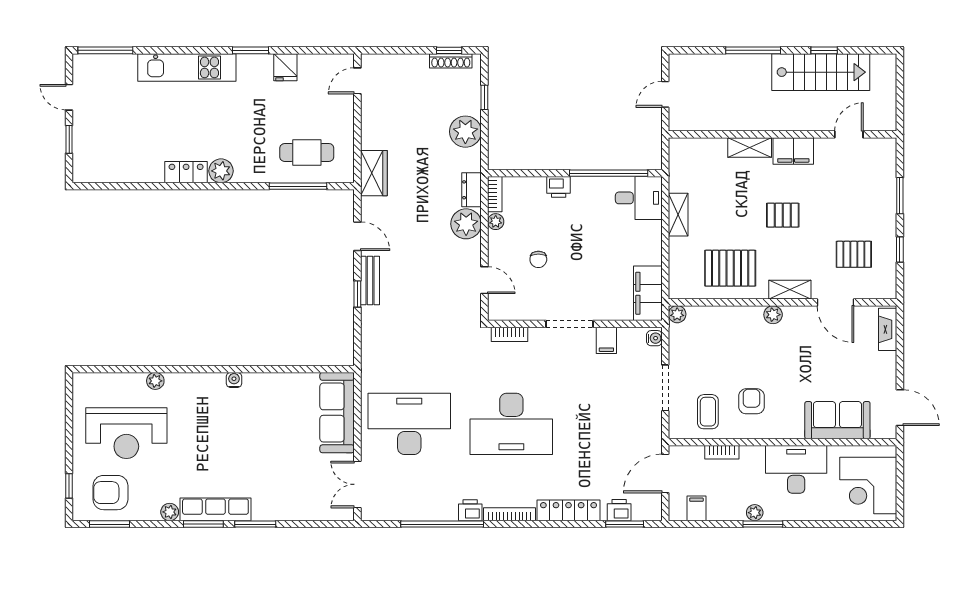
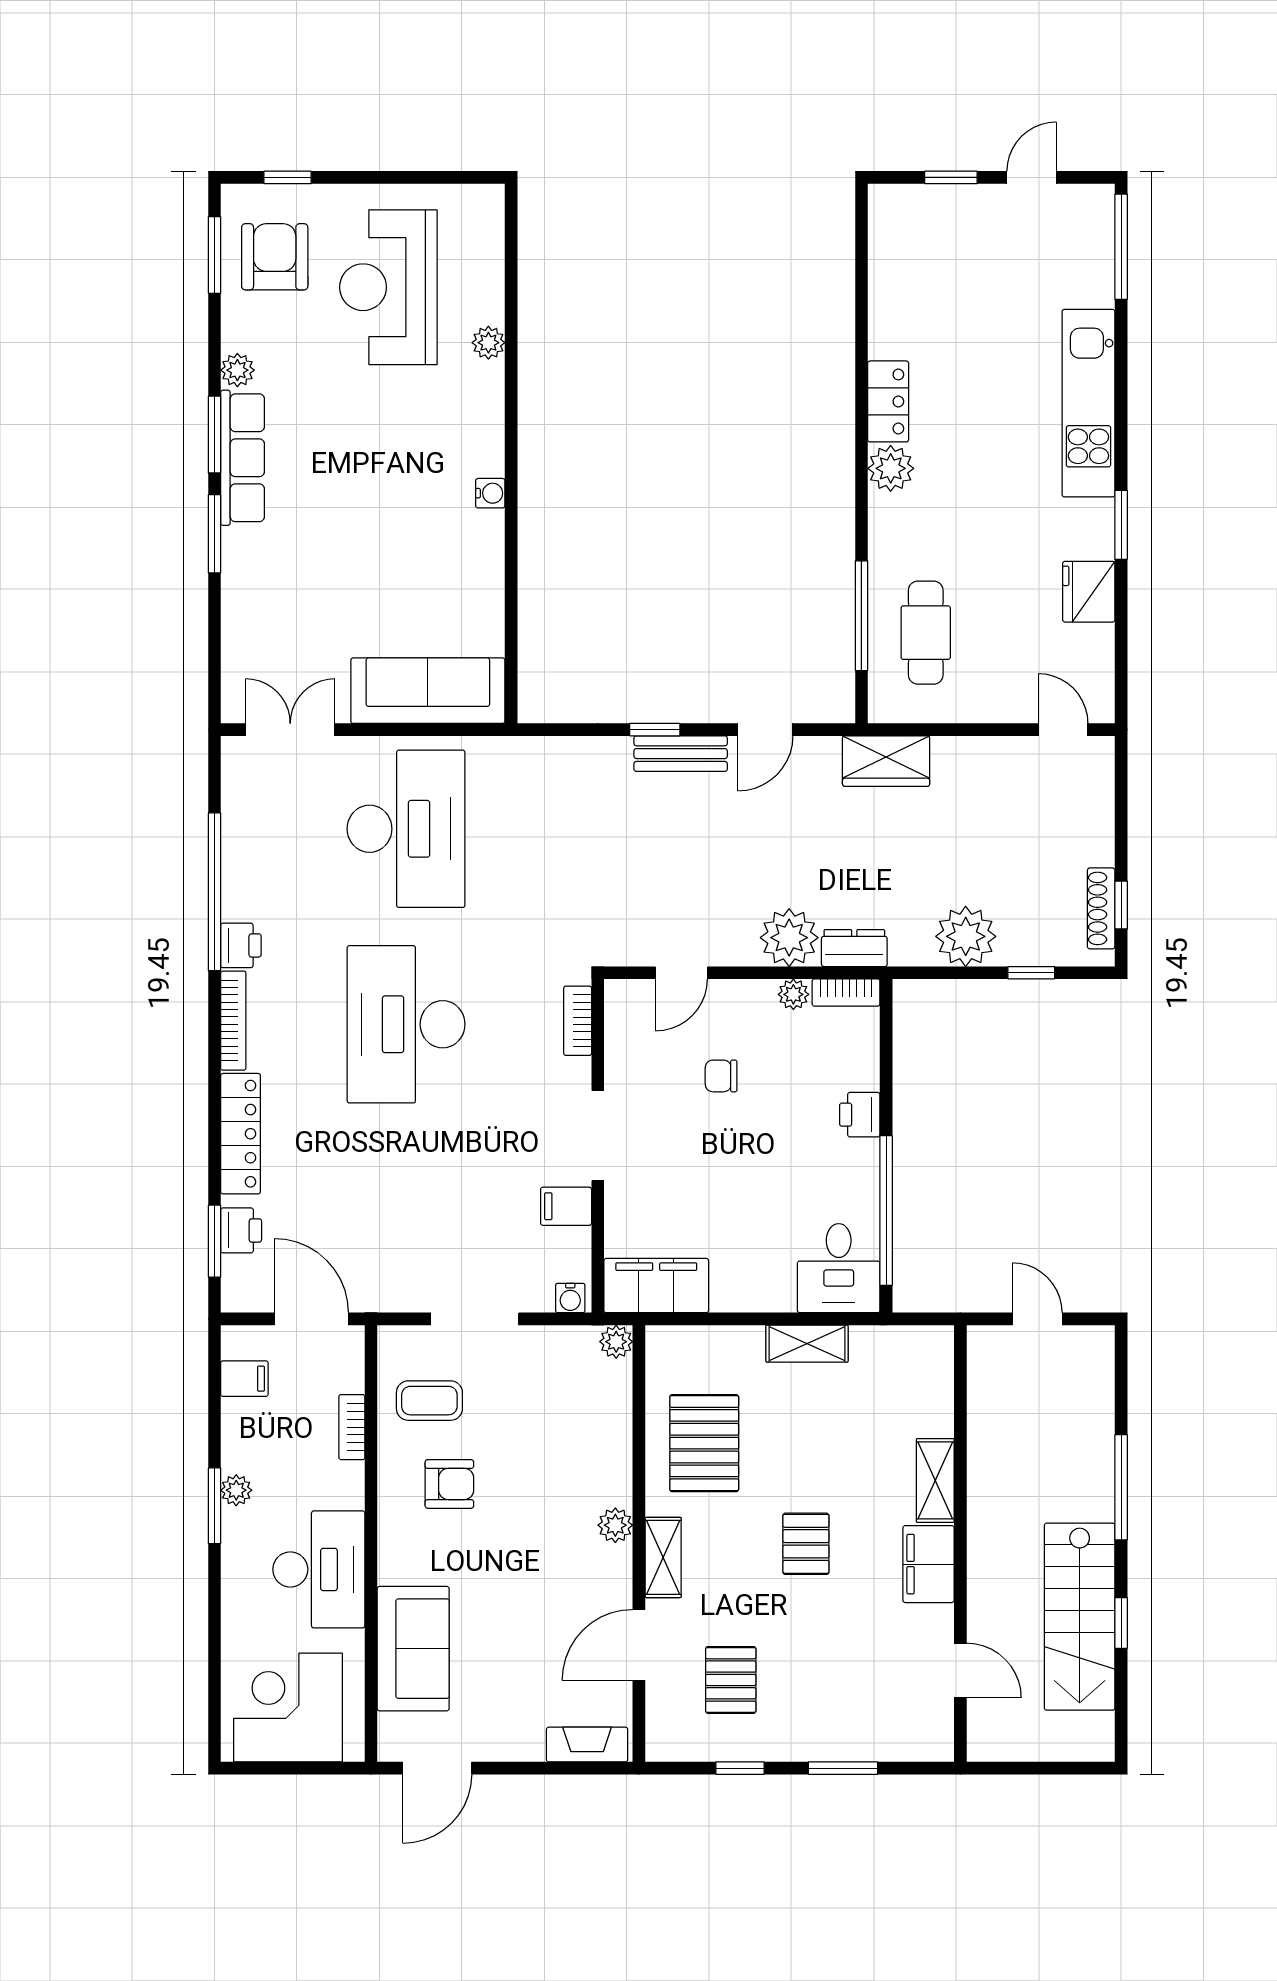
fridge: (285, 67) -> (1089, 592), width x1.38

